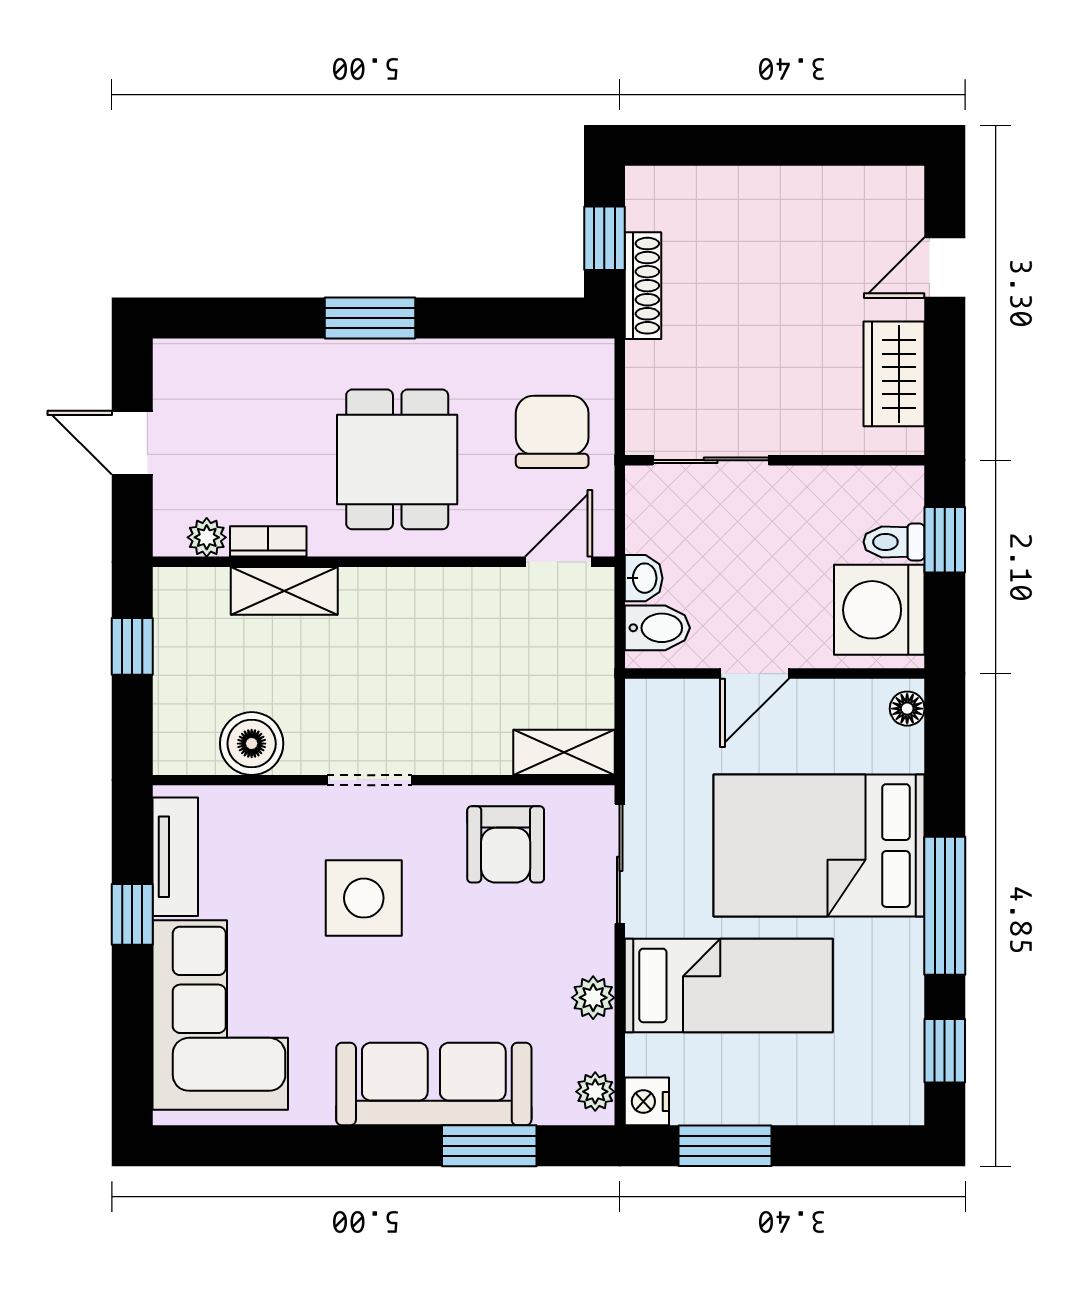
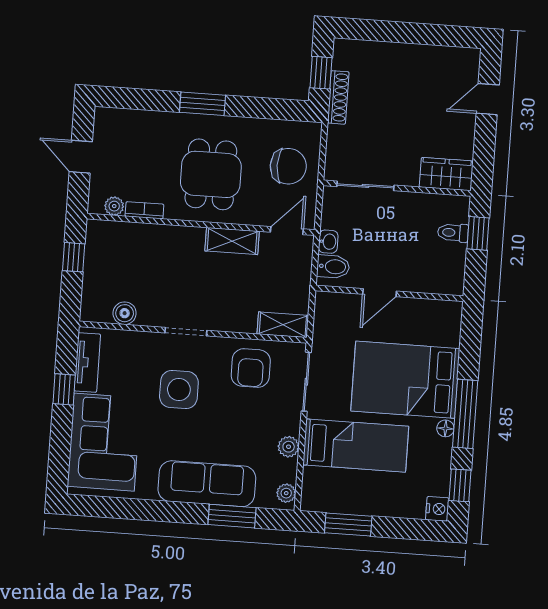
wardrobe: (894, 374) -> (446, 174), moved, turned 90
chair: (552, 432) -> (288, 166), turned 90
shelving: (284, 591) -> (232, 241), moved
washing machine: (879, 610) -> (443, 266), removed
floor lamp: (907, 709) -> (445, 428), moved
boiler: (252, 744) -> (125, 313), width x0.73, depth x0.73
nightstand: (647, 1101) -> (437, 509), moved, turned 180

